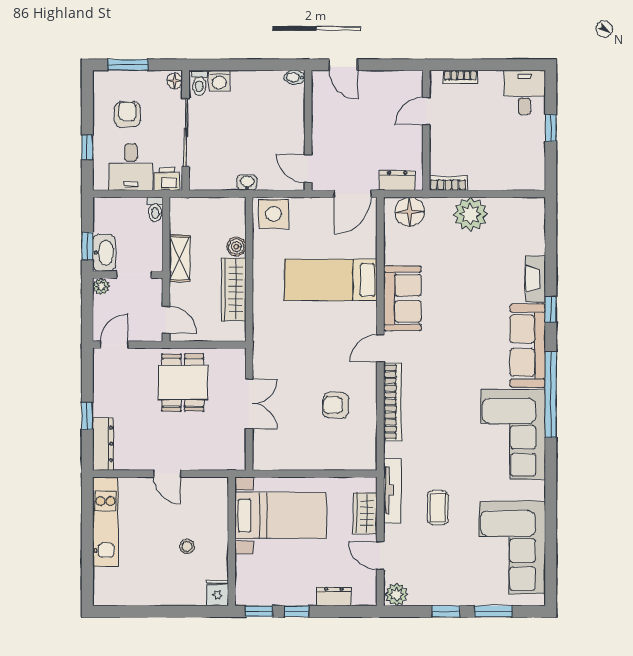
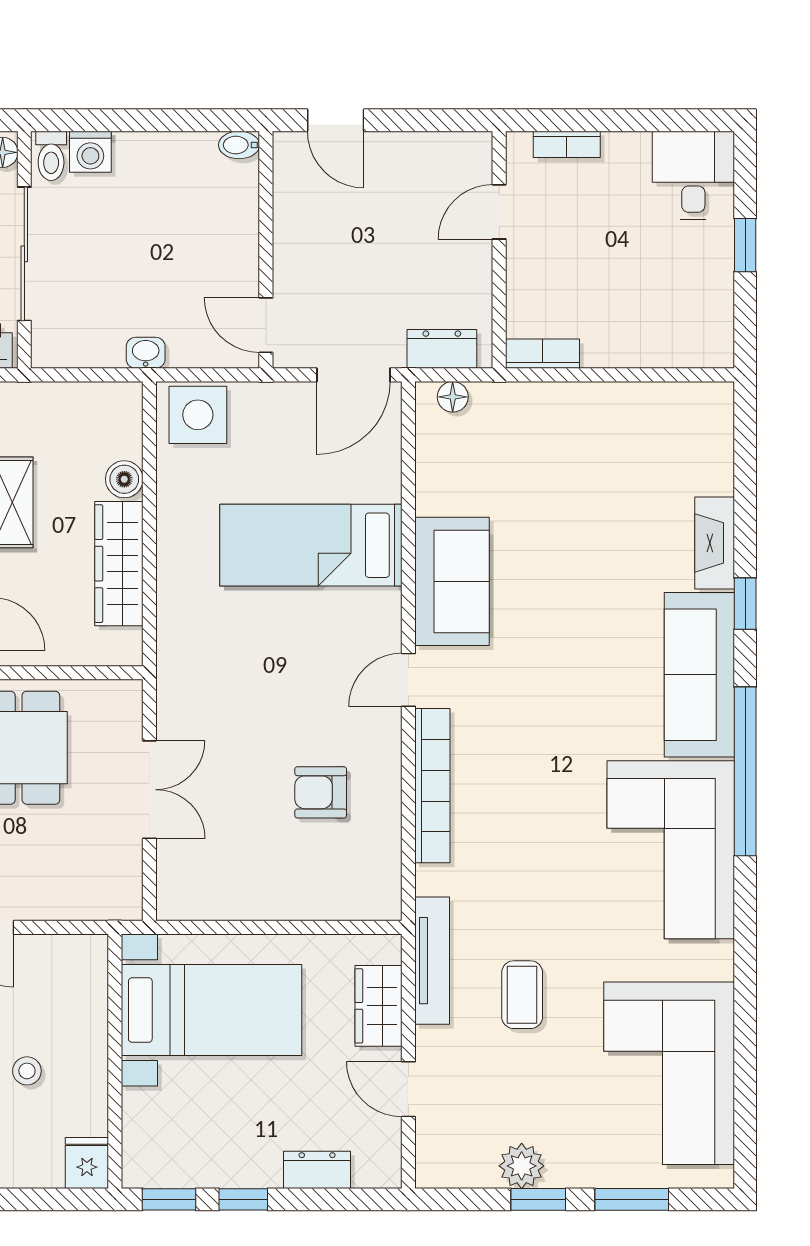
floor lamp: (410, 212) -> (453, 397), width x0.53, depth x0.53
plant: (470, 214) -> (587, 415), removed
plant: (397, 594) -> (522, 1166), moved

